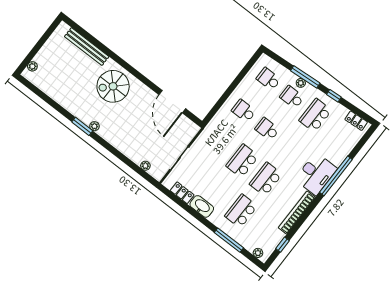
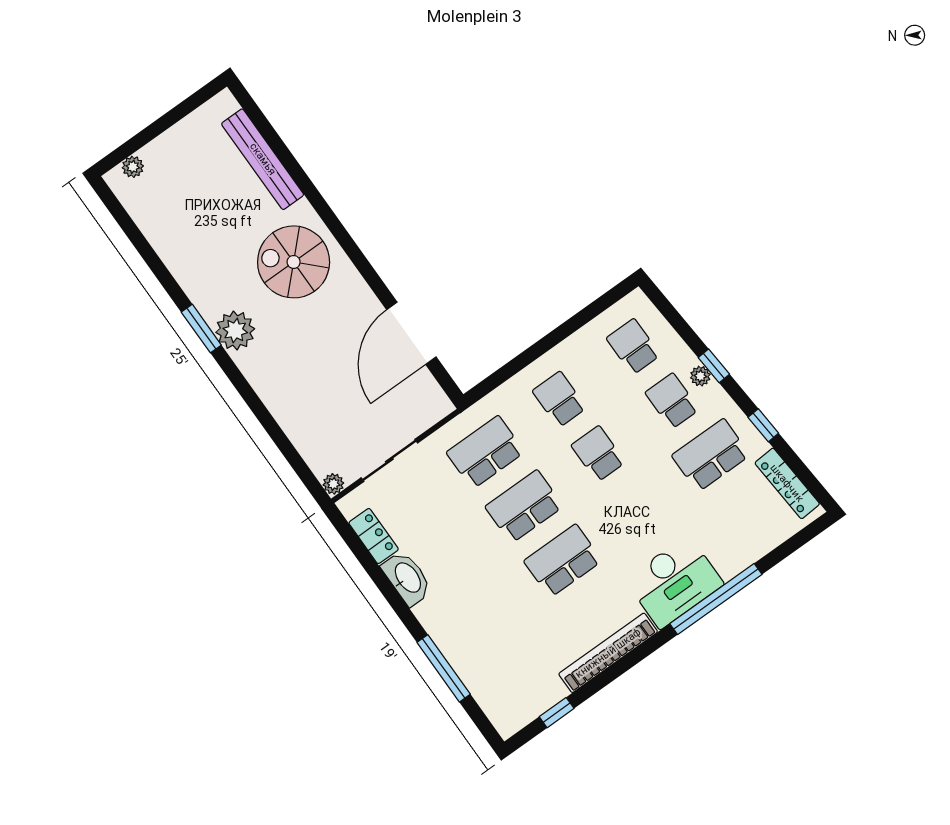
window: (305, 77) -> (714, 366), width x0.46
locker: (356, 121) -> (787, 483), width x1.53
plant: (94, 126) -> (235, 331), width x1.87, depth x1.87
plant: (145, 166) -> (333, 484), moved
school desk: (241, 211) -> (485, 452), moved
plant: (258, 253) -> (498, 715), removed

